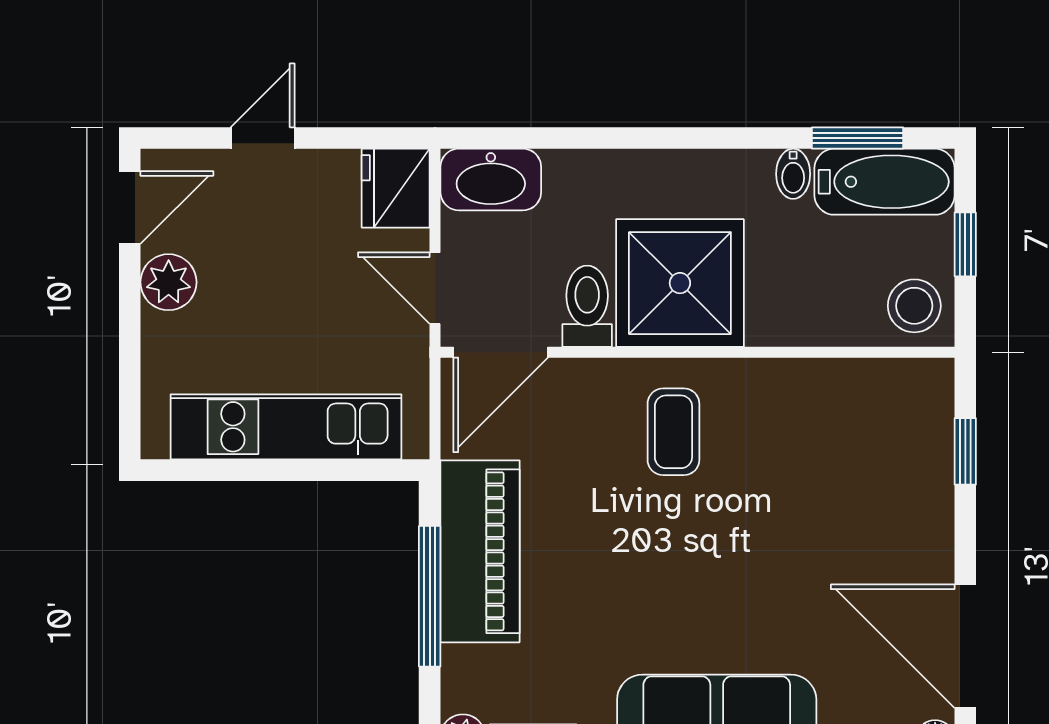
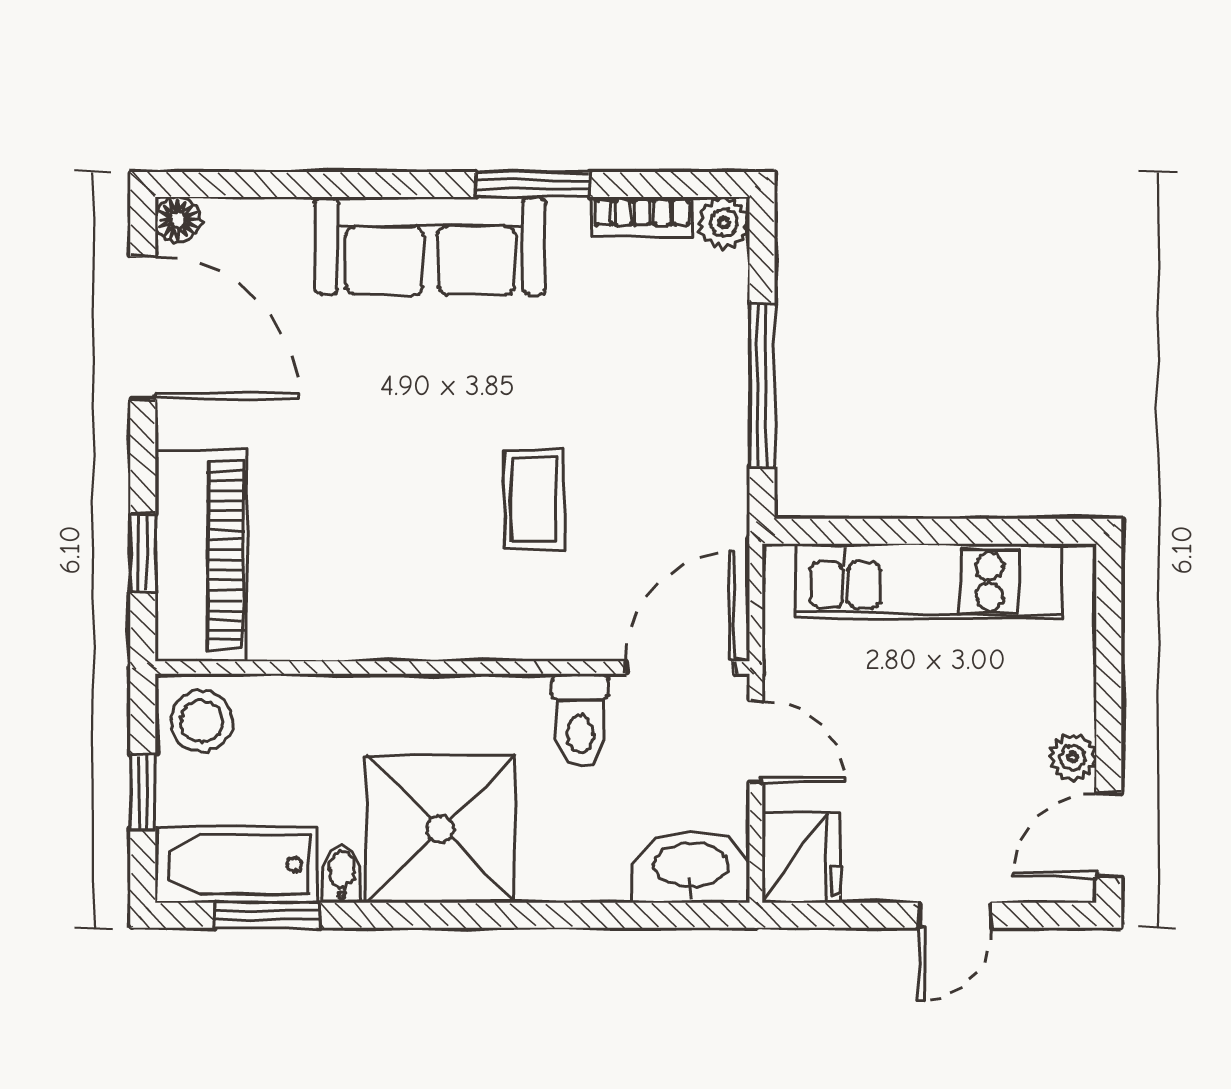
plant: (169, 282) -> (1073, 757), width x0.73, depth x0.73
shower: (680, 283) -> (440, 829), moved
coffee table: (673, 432) -> (534, 499), moved
piano: (480, 551) -> (201, 555), moved, turned 180

